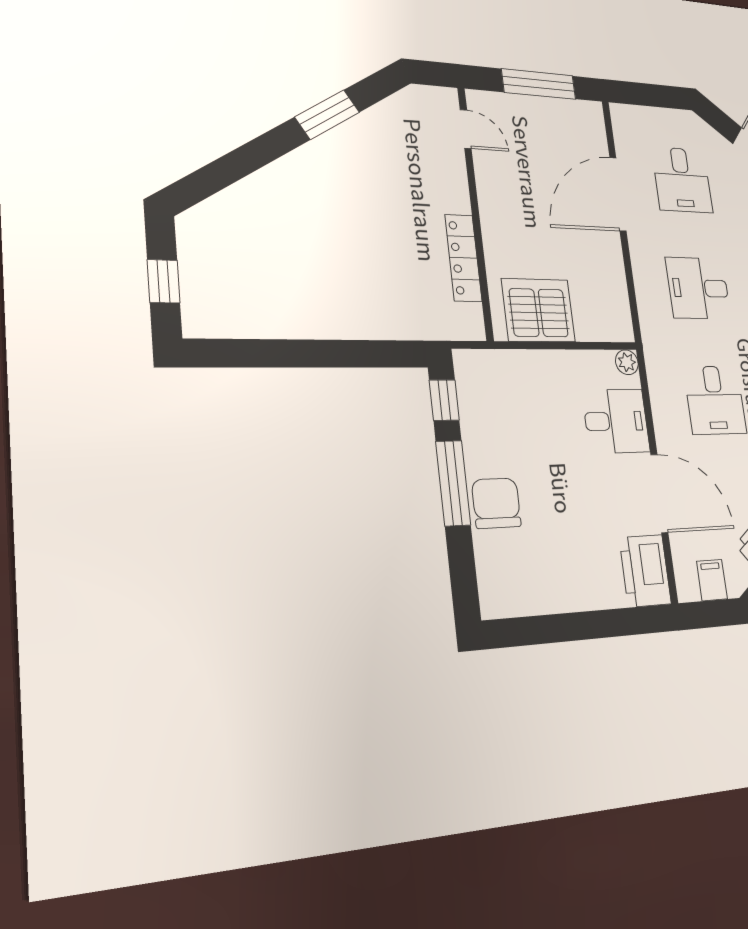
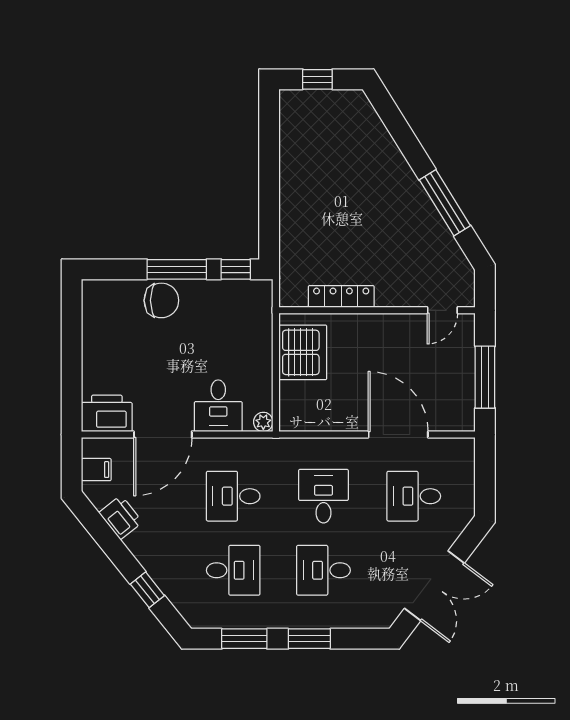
window: (327, 115) -> (445, 203), width x1.44

